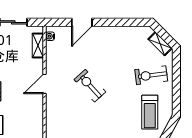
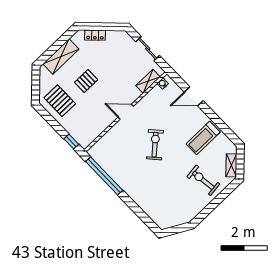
treadmill: (150, 112) -> (203, 138), moved

